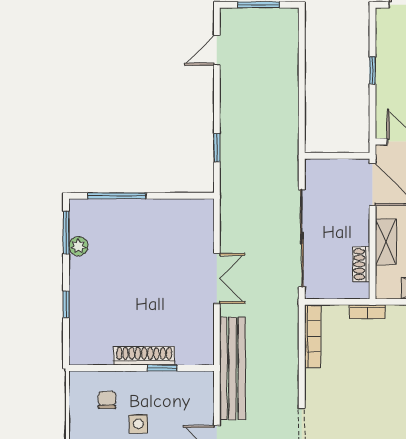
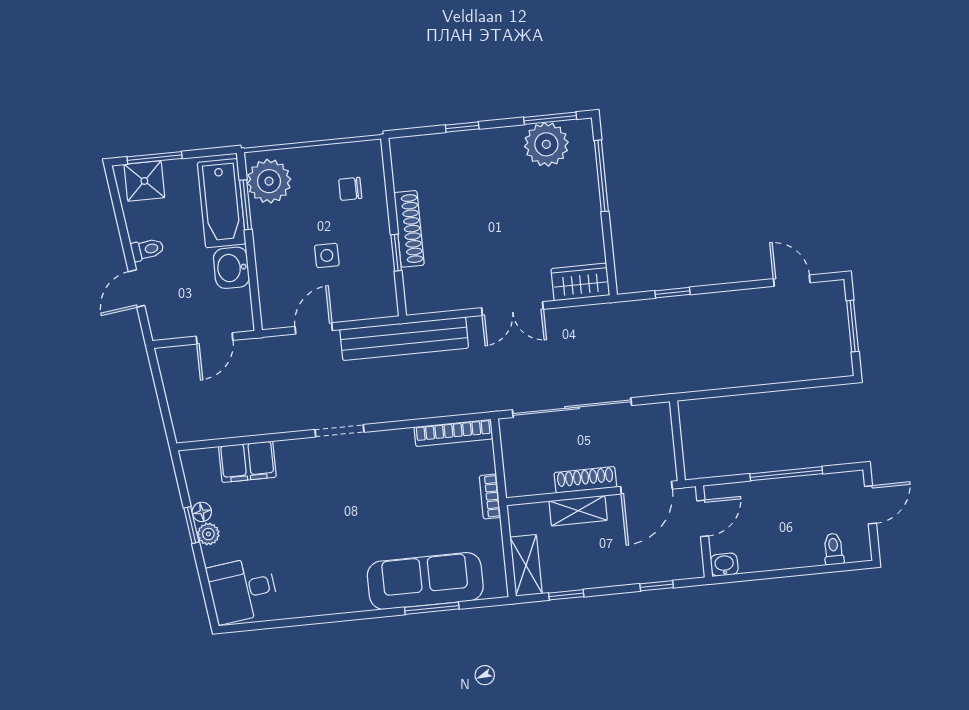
window: (373, 70) -> (786, 474), width x2.17
wardrobe: (201, 221) -> (580, 282), added
plant: (78, 246) -> (546, 144), width x1.87, depth x1.87
shoe rack: (361, 264) -> (585, 480), moved, width x1.43
chair: (107, 400) -> (350, 189), turned 180
side table: (138, 424) -> (327, 255), moved

